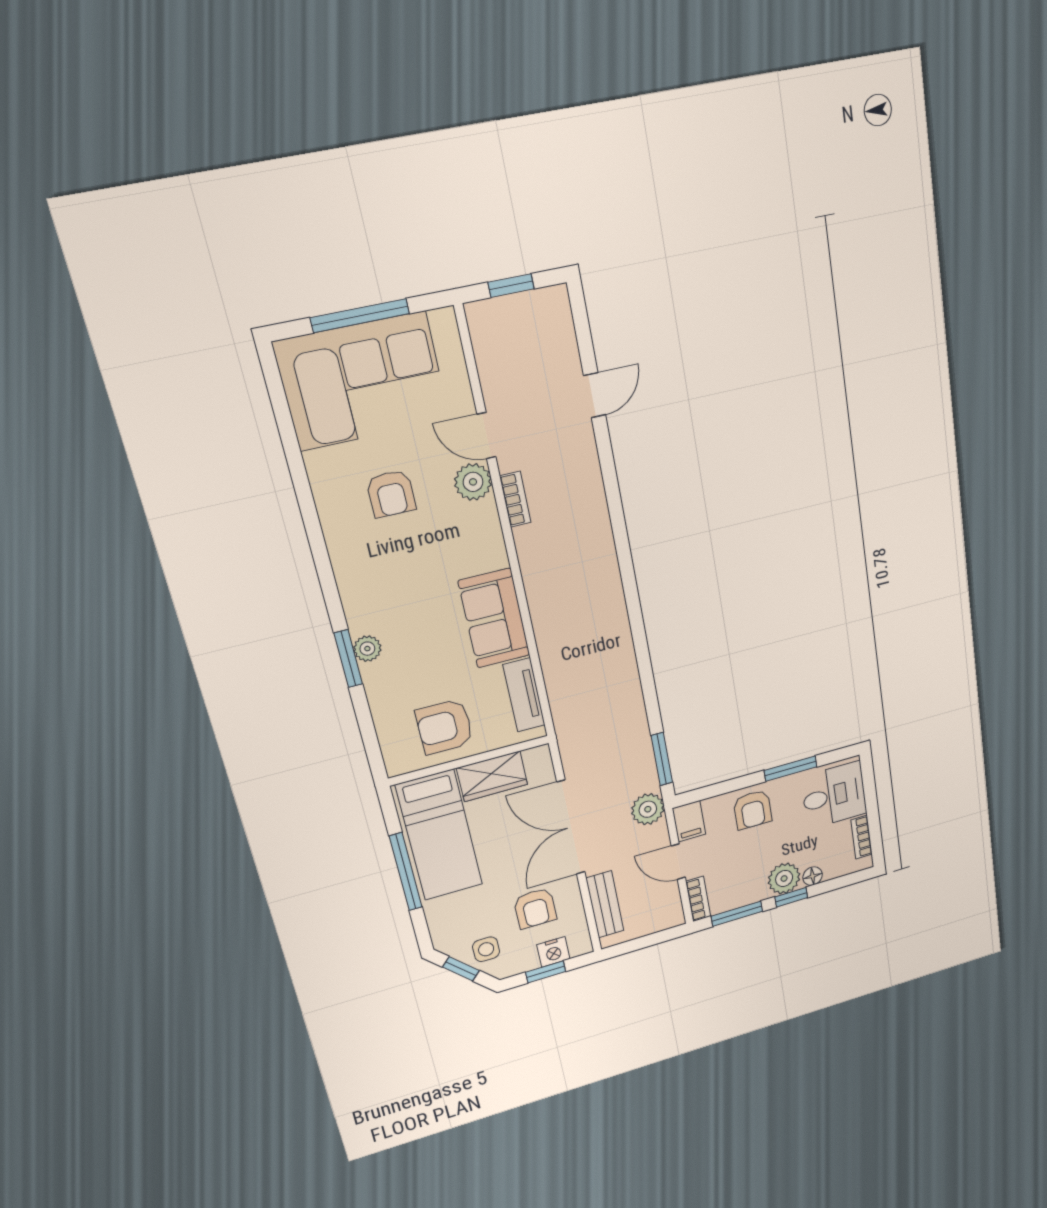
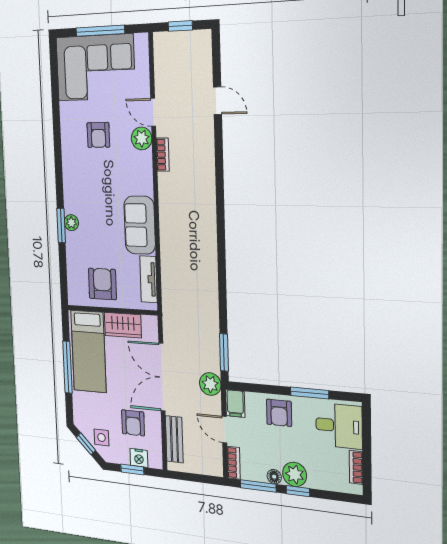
door: (595, 395) -> (217, 101), hinge flipped
armchair: (445, 727) -> (102, 284), turned 90
floor lamp: (813, 876) -> (274, 477), moved

